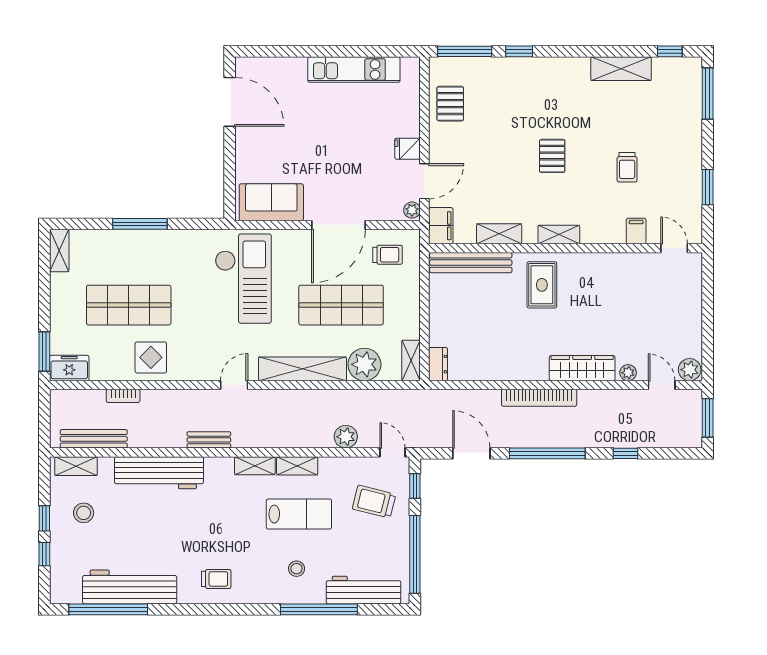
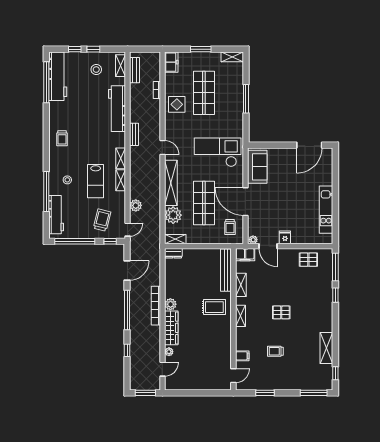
checkout: (243, 279) -> (218, 152), turned 180
window: (44, 351) -> (201, 49), moved
plant: (690, 370) -> (170, 304), moved
bench: (94, 439) -> (135, 70), width x0.73
workbench: (130, 587) -> (58, 76), moved

